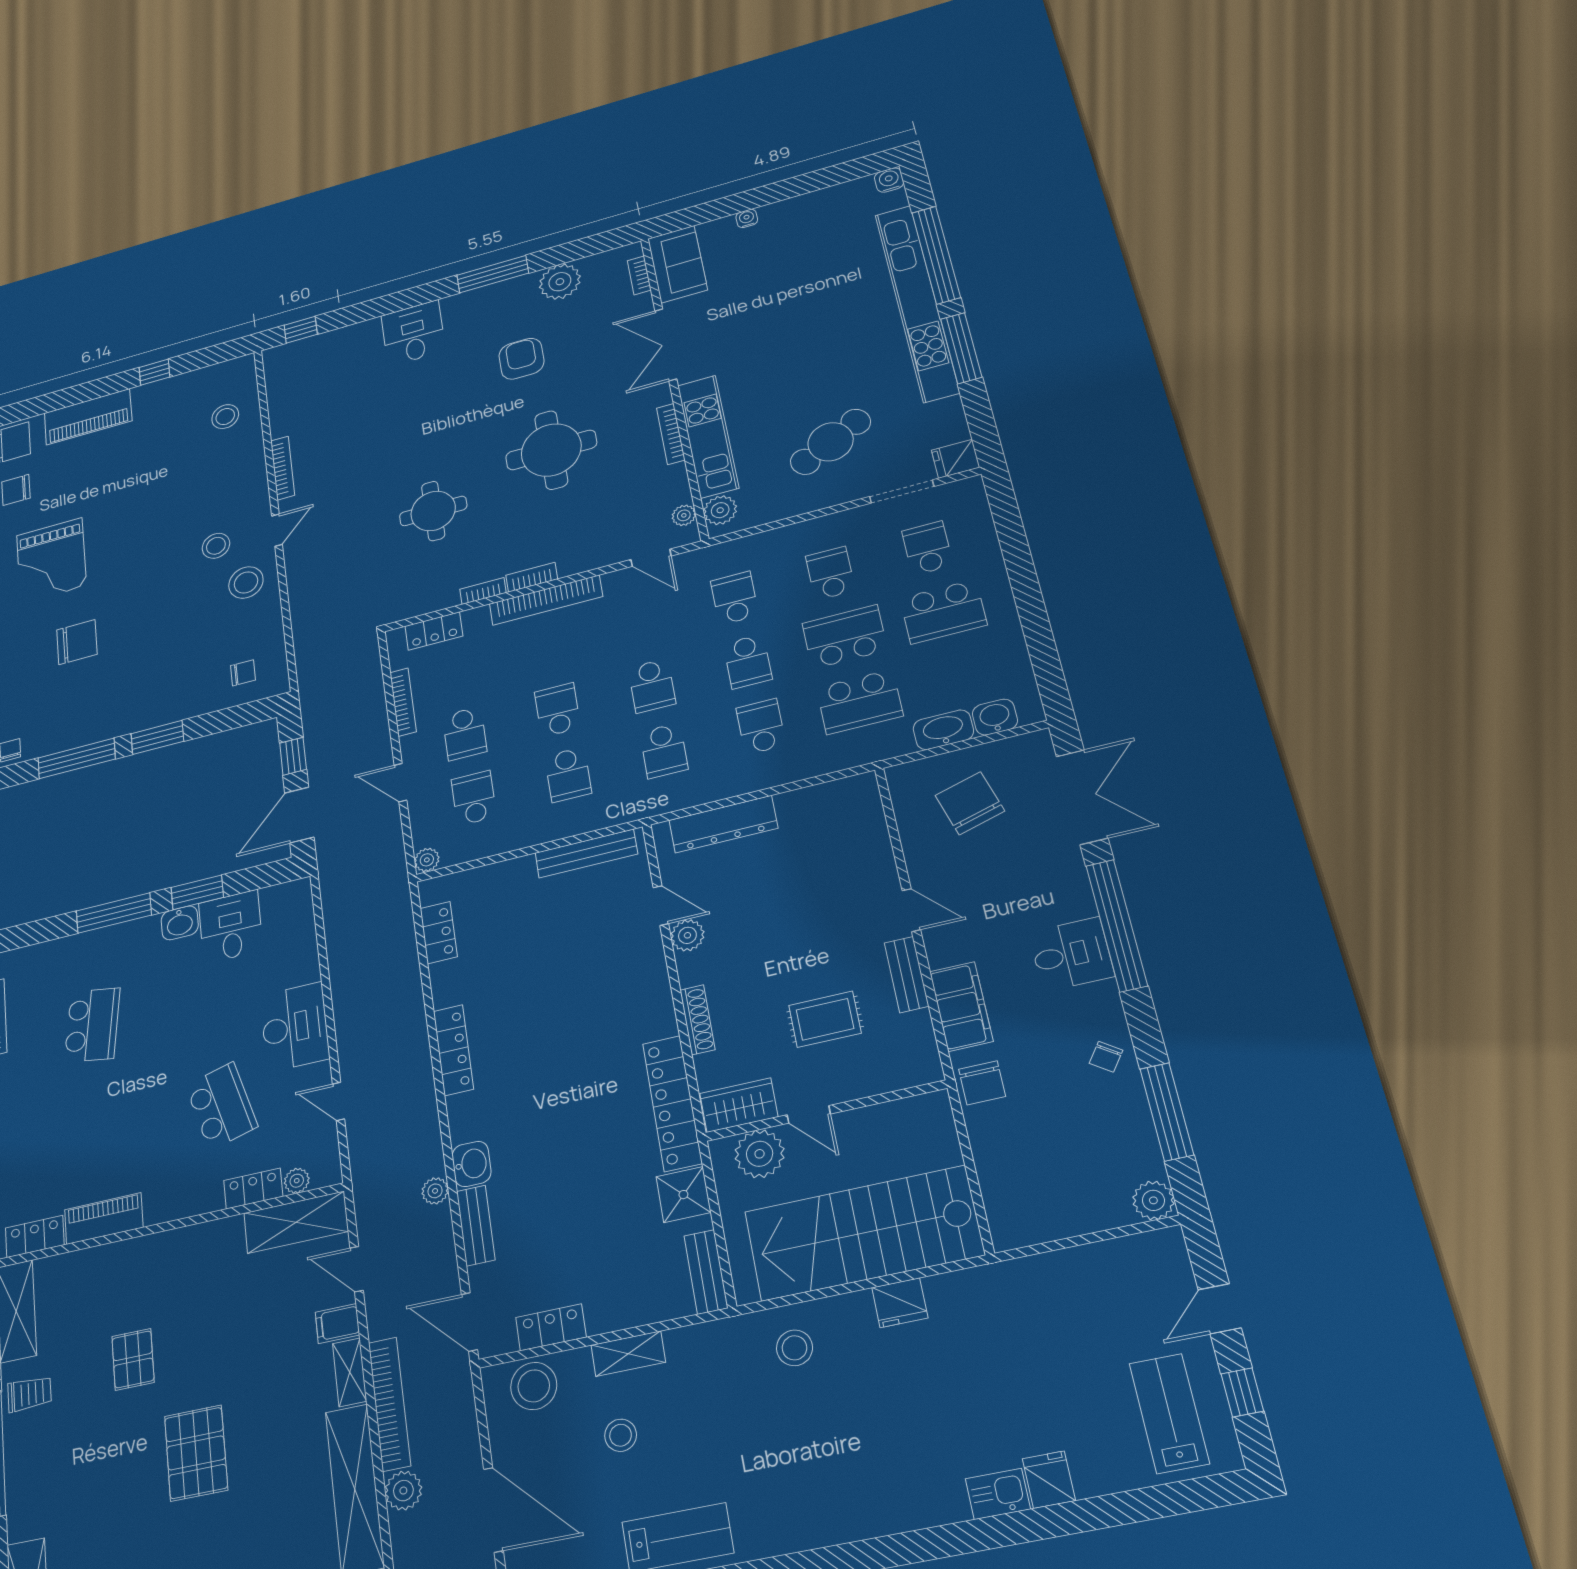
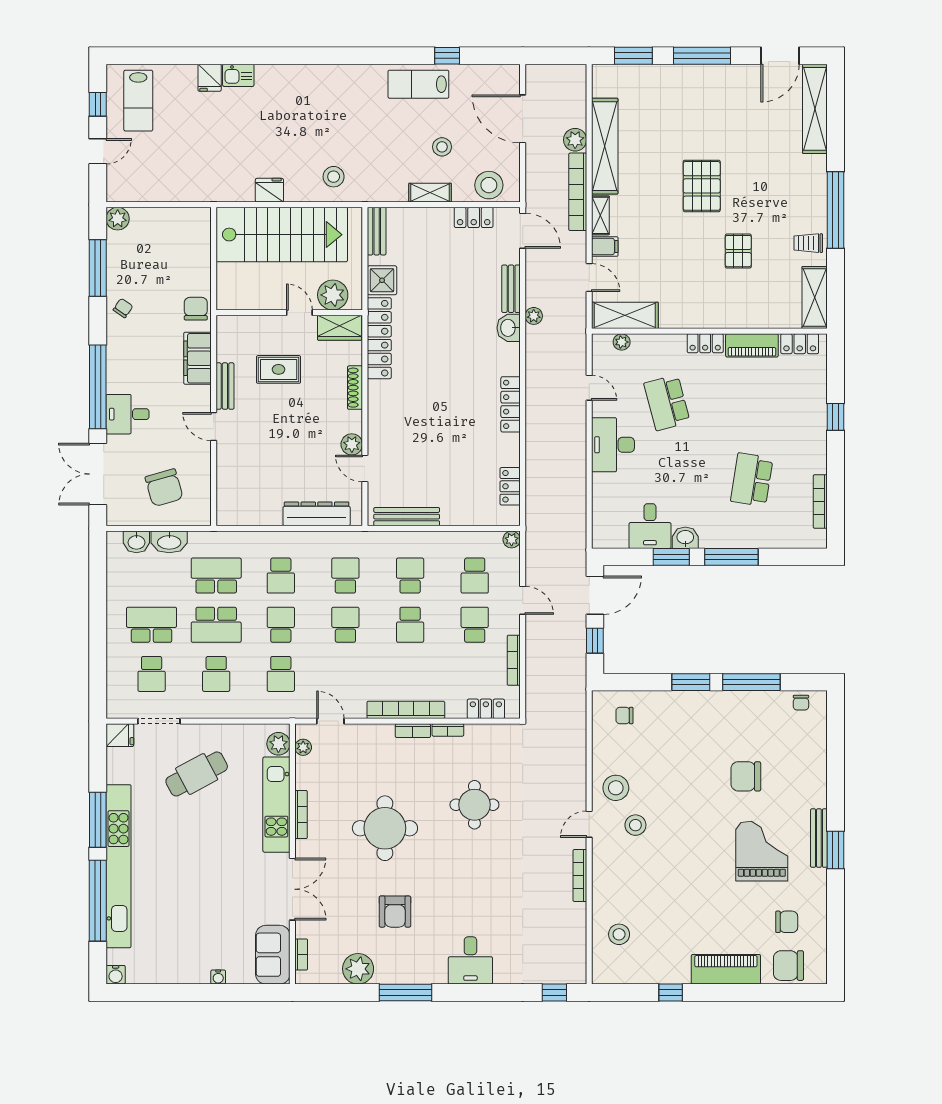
desk: (1071, 954) -> (128, 414), moved
locker: (253, 1188) -> (705, 343), moved

